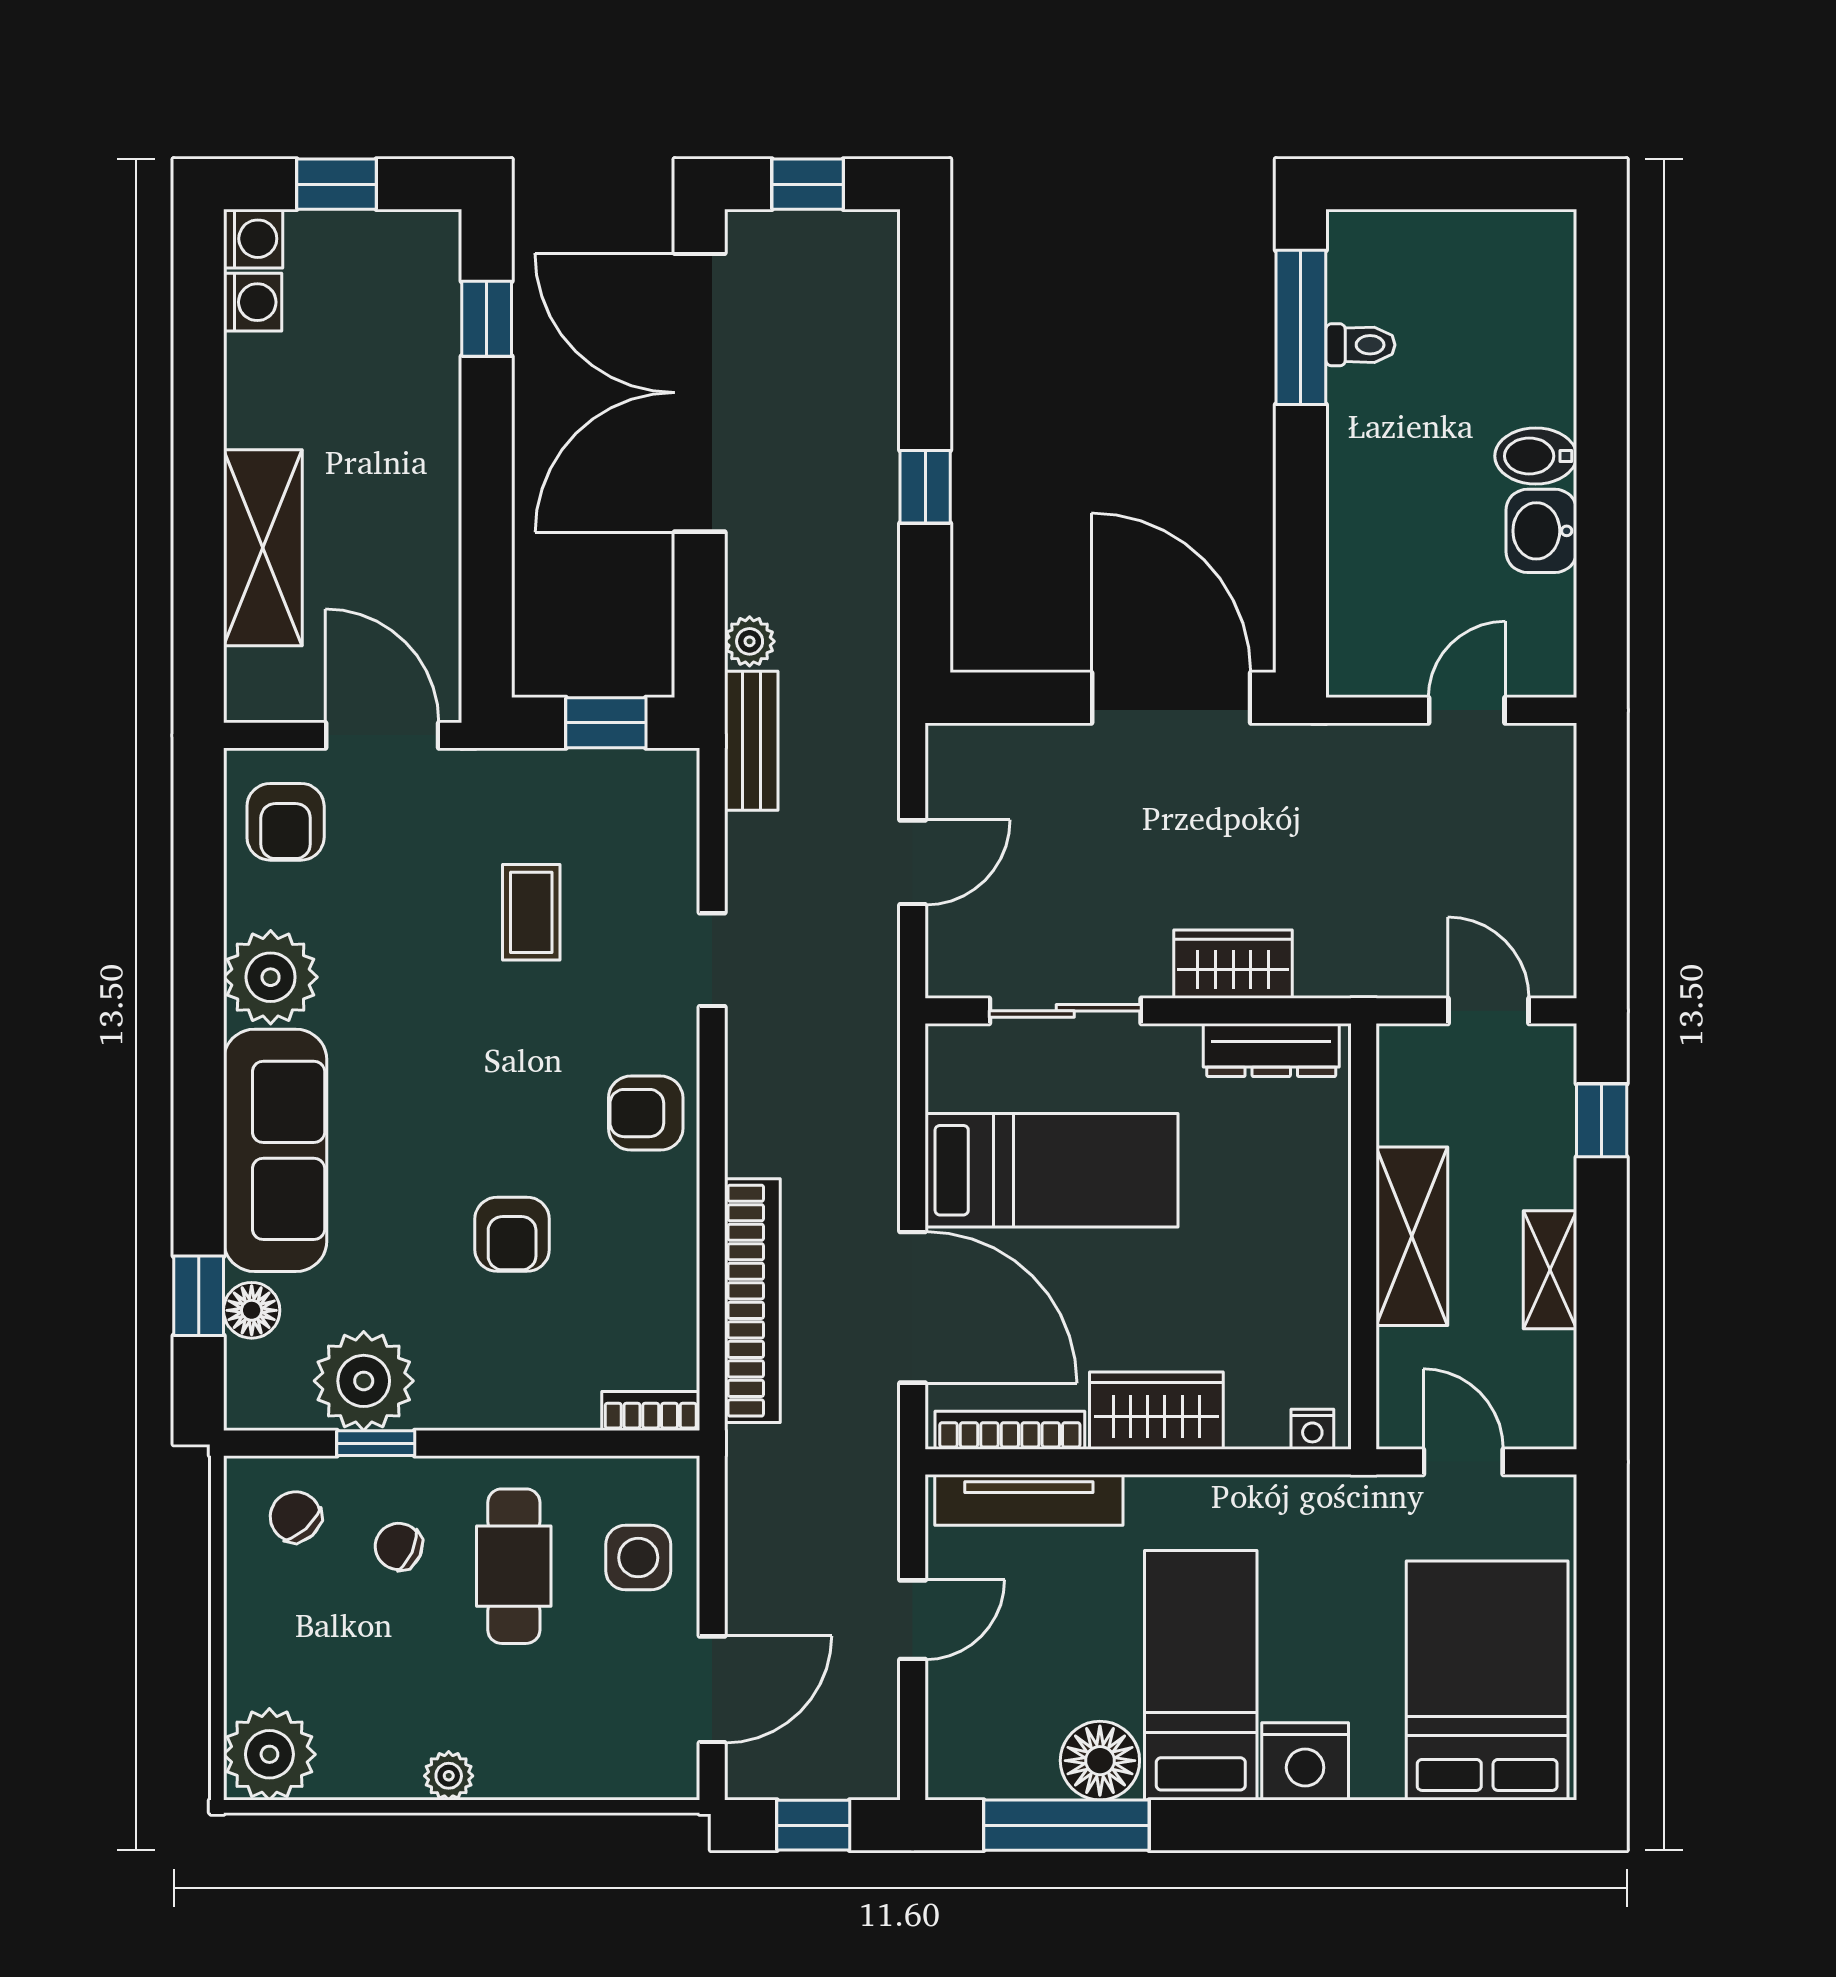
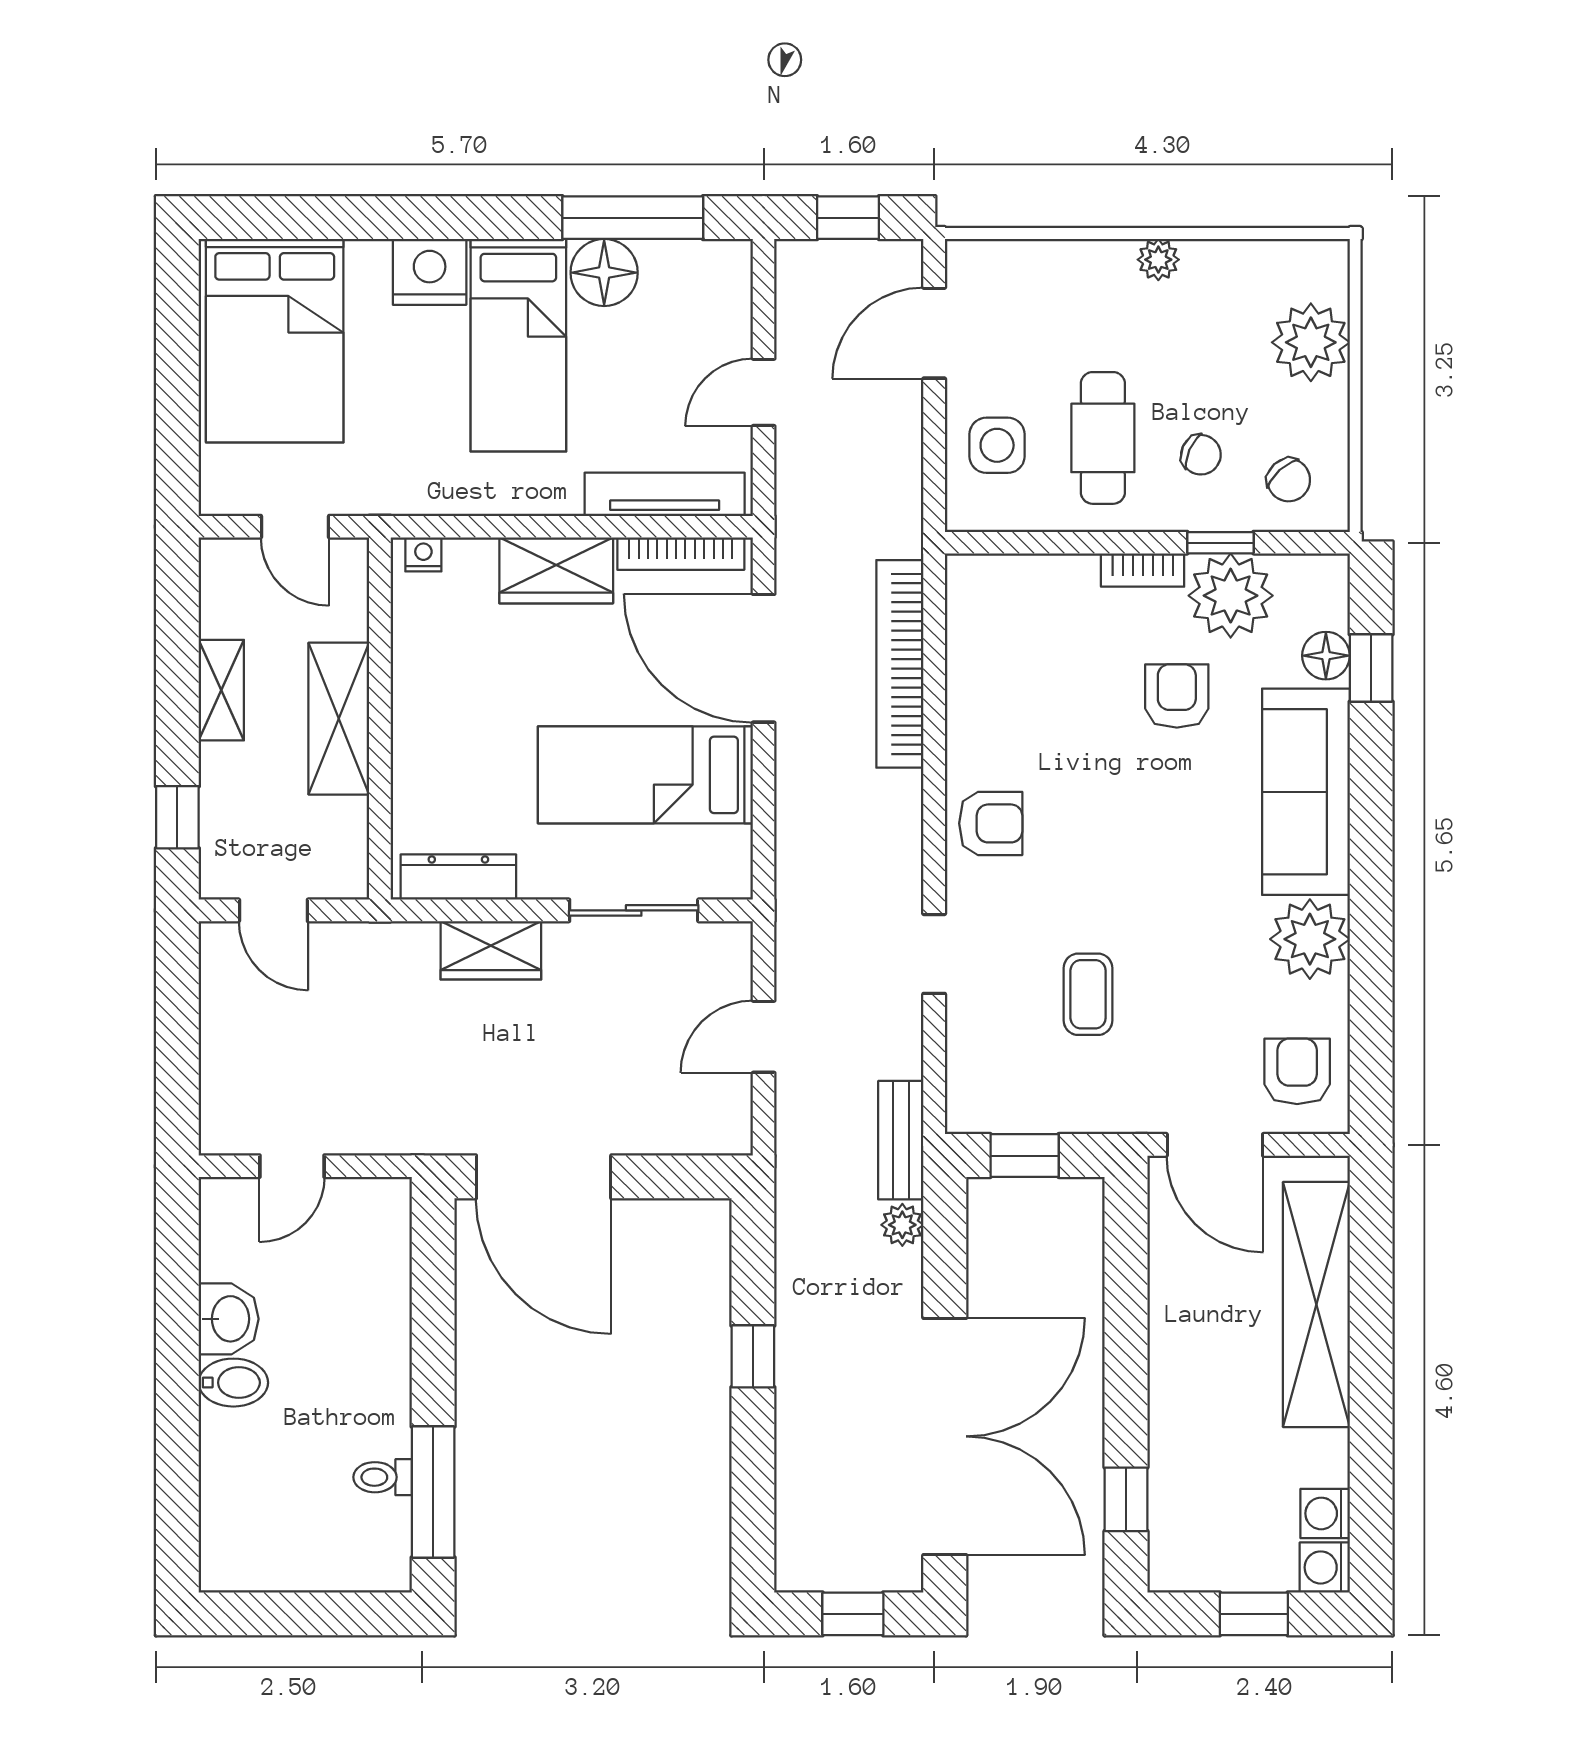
shelving: (263, 548) -> (1316, 1304), width x1.47
armchair: (512, 1234) -> (1177, 696), moved
bookcase: (651, 1411) -> (1143, 570), moved
plant: (269, 1754) -> (1311, 342), moved

